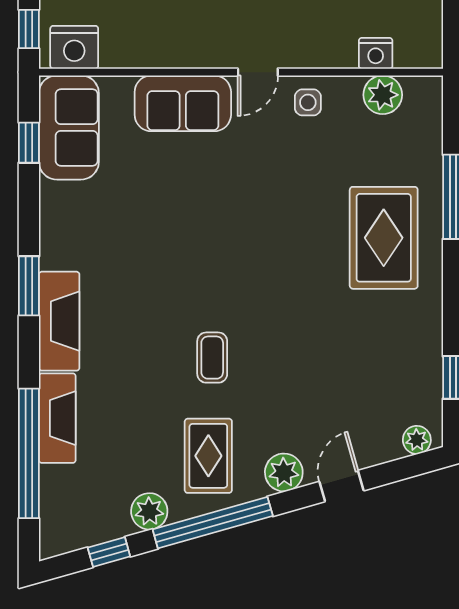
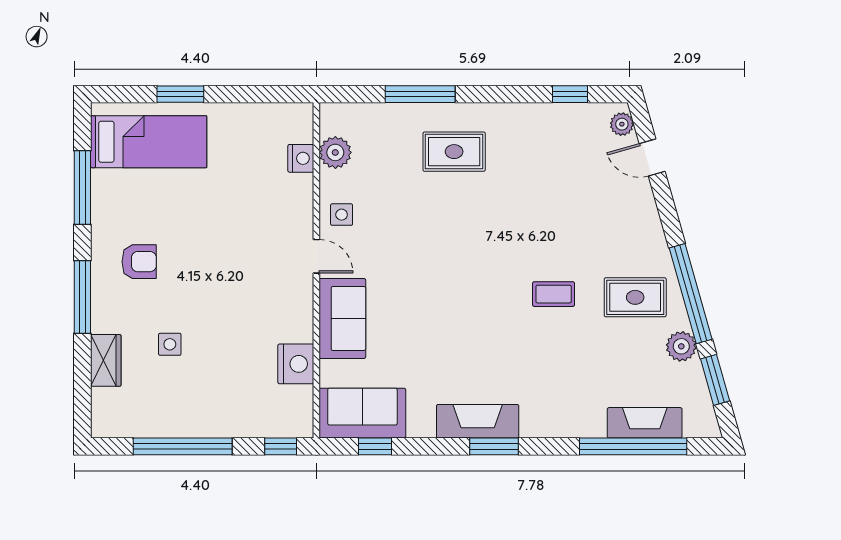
nightstand: (74, 47) -> (296, 364), moved
rug: (384, 238) -> (454, 152), width x0.73, depth x0.70
fireplace: (59, 321) -> (478, 421), moved
fireplace: (57, 418) -> (645, 423), moved
plant: (284, 472) -> (649, 235), removed
door: (342, 486) -> (652, 158), moved
window: (109, 552) -> (715, 380), width x1.50

